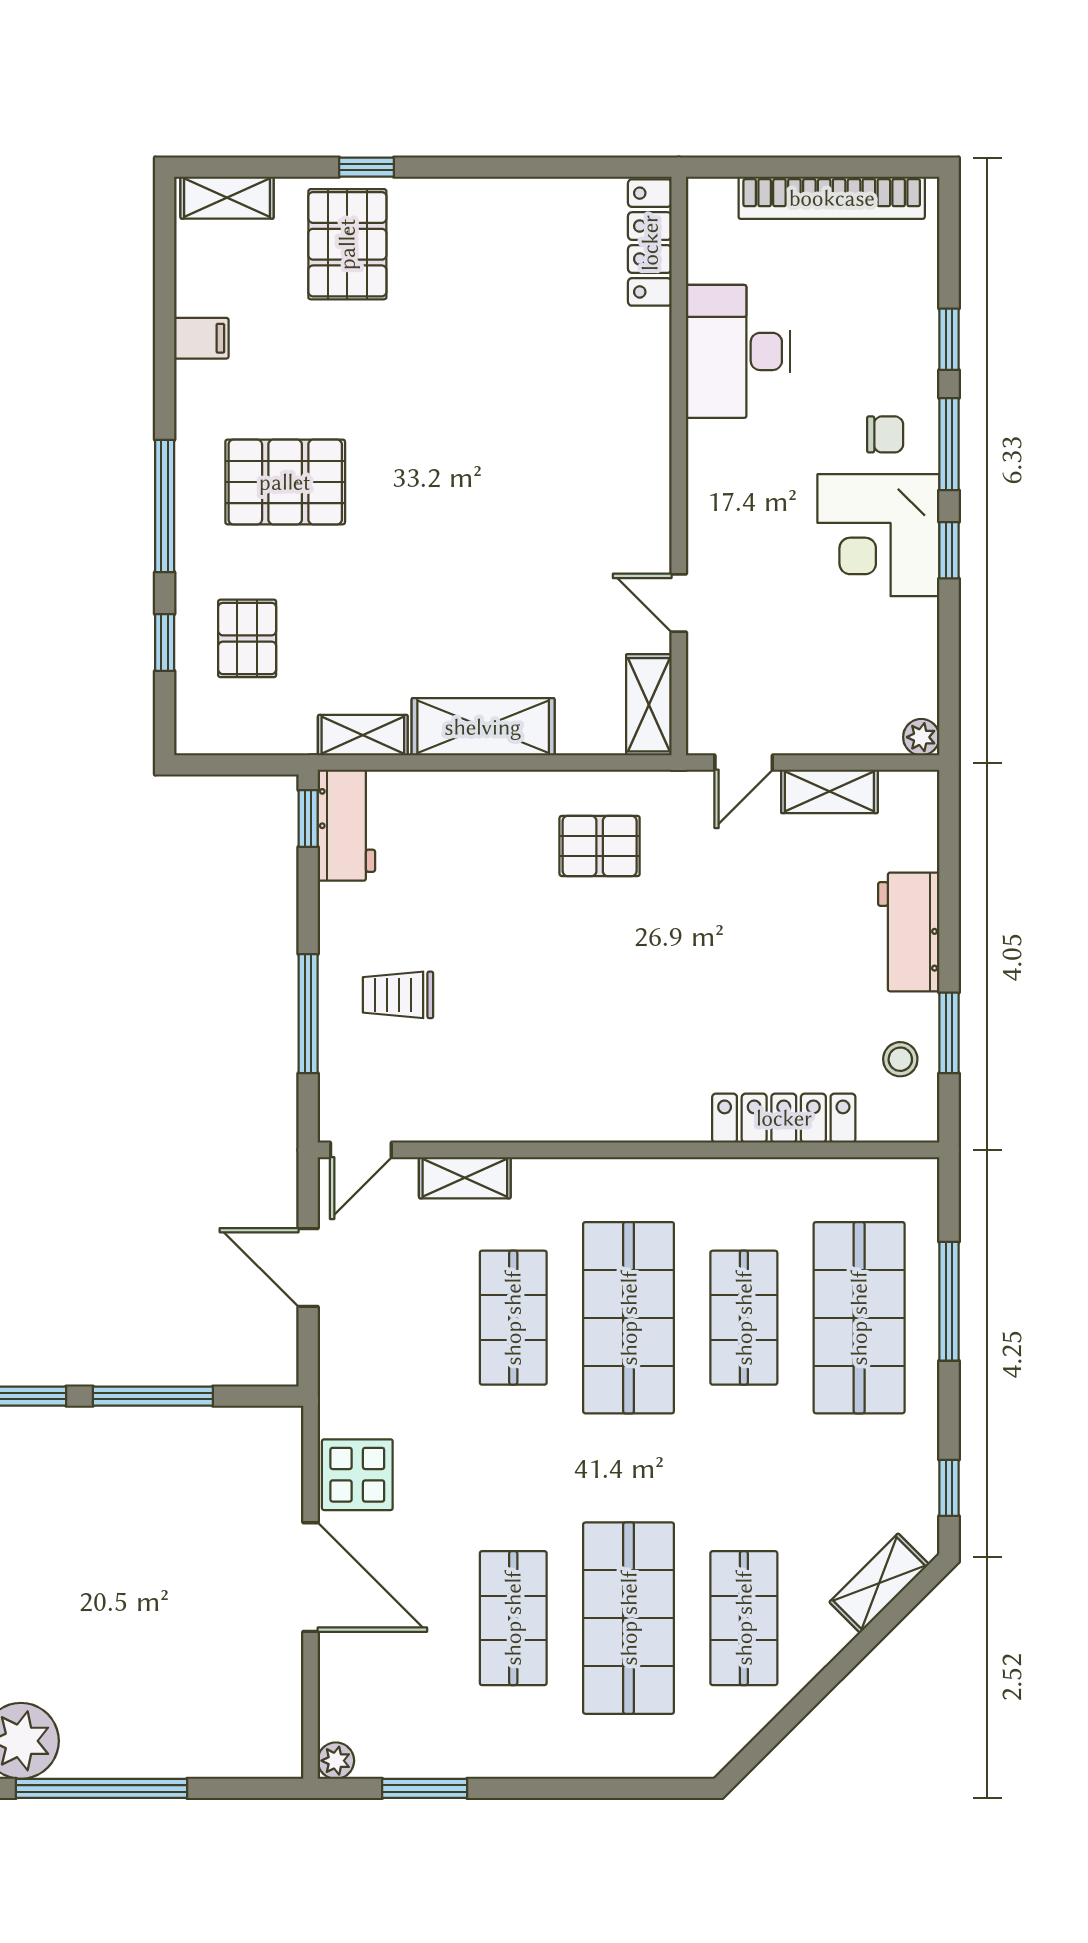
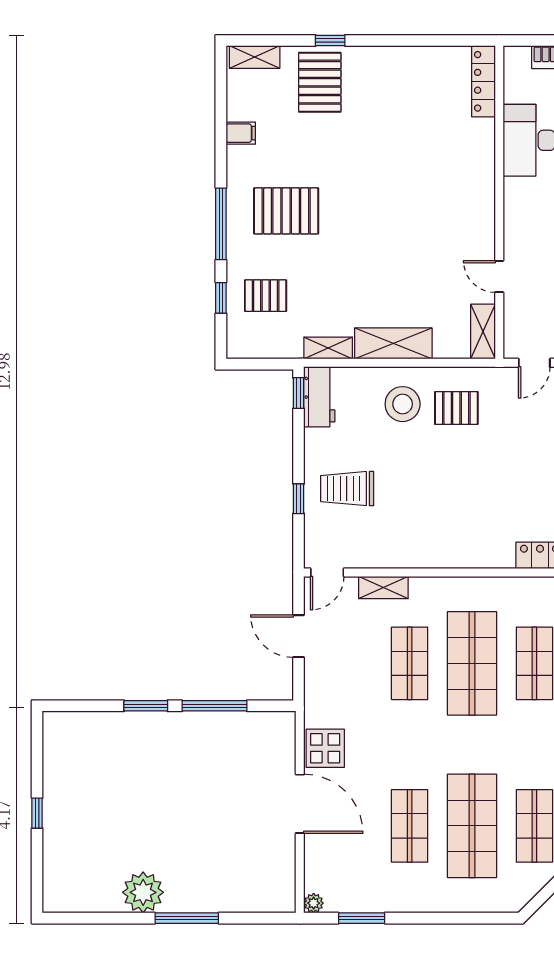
pallet: (247, 638) -> (266, 296), turned 90
stool: (500, 839) -> (403, 404), added
trolley: (398, 995) -> (347, 489), width x1.36, depth x1.39
window: (308, 1014) -> (299, 499), width x0.46
window: (102, 1788) -> (187, 918), width x0.68

